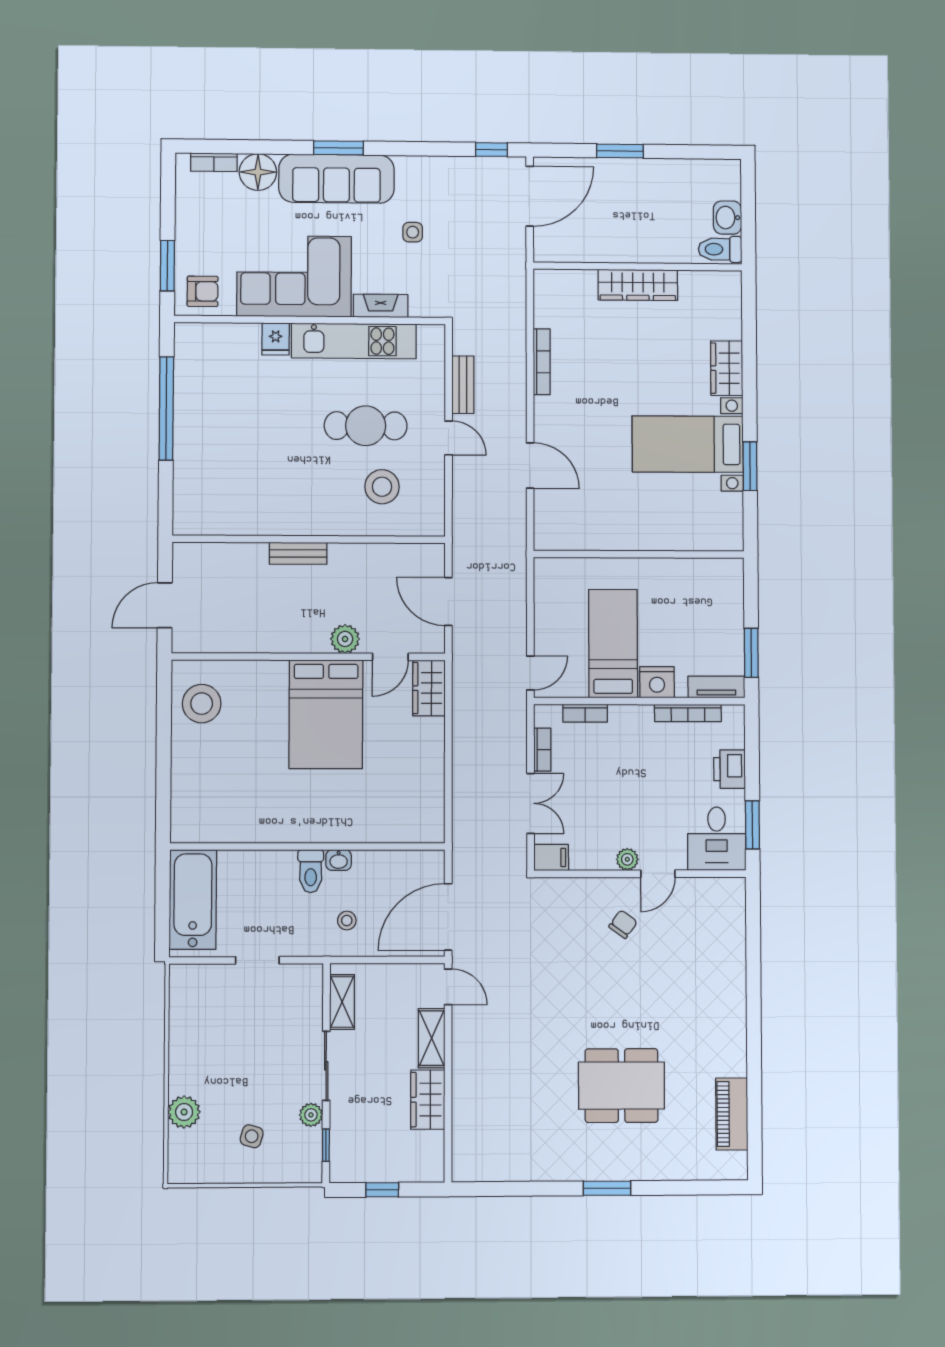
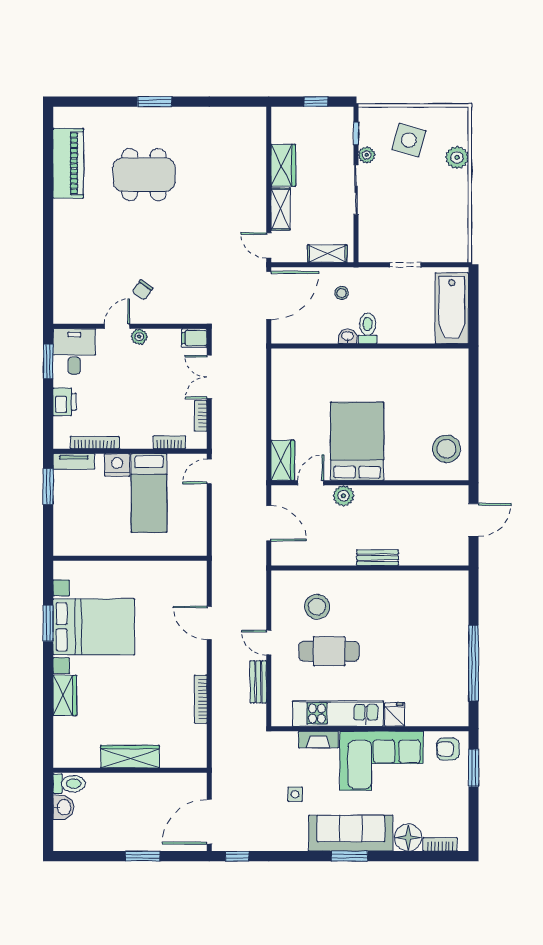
bed with nightstands: (688, 444) -> (94, 627), width x1.36
shelving: (342, 1002) -> (327, 254), moved, turned 90
piano: (732, 1114) -> (68, 163), width x1.37, depth x1.33
side table: (252, 1136) -> (409, 140), width x1.87, depth x1.87

